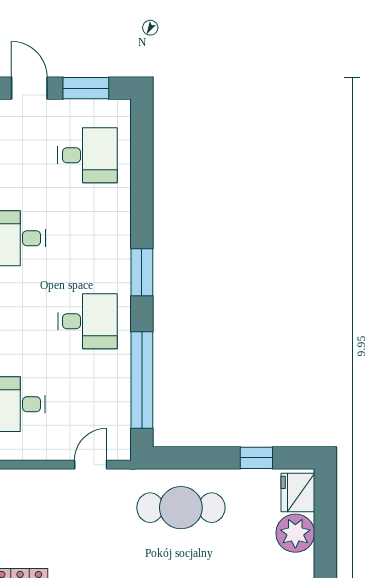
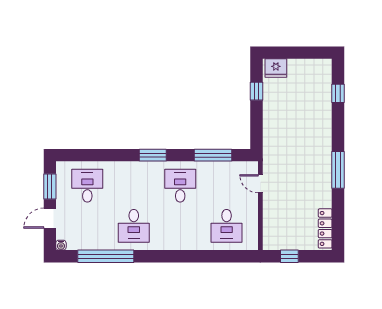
window: (142, 380) -> (213, 155), width x0.68
cafe table: (181, 508) -> (284, 133), removed
plant: (295, 533) -> (299, 69), removed

